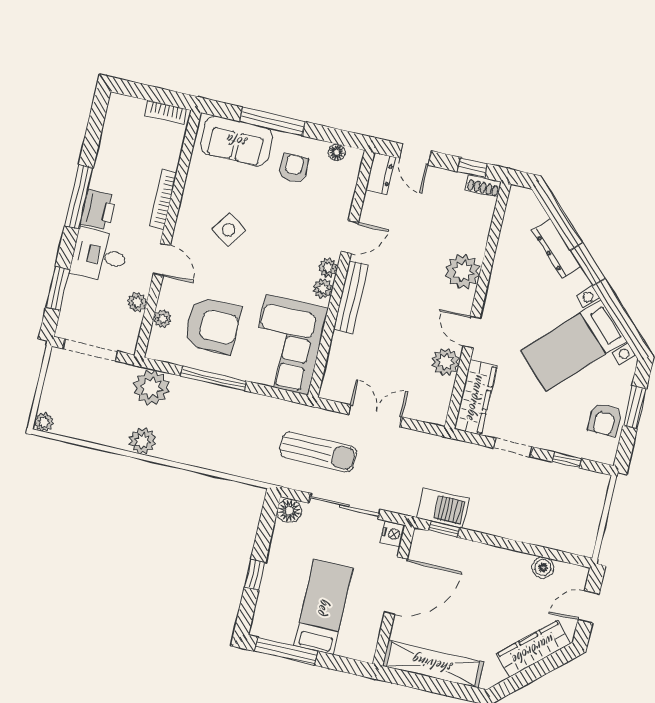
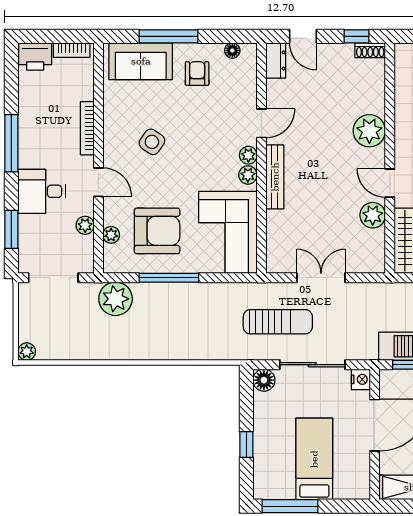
printer: (98, 210) -> (35, 56), moved, turned 90
plant: (143, 441) -> (119, 348), removed

